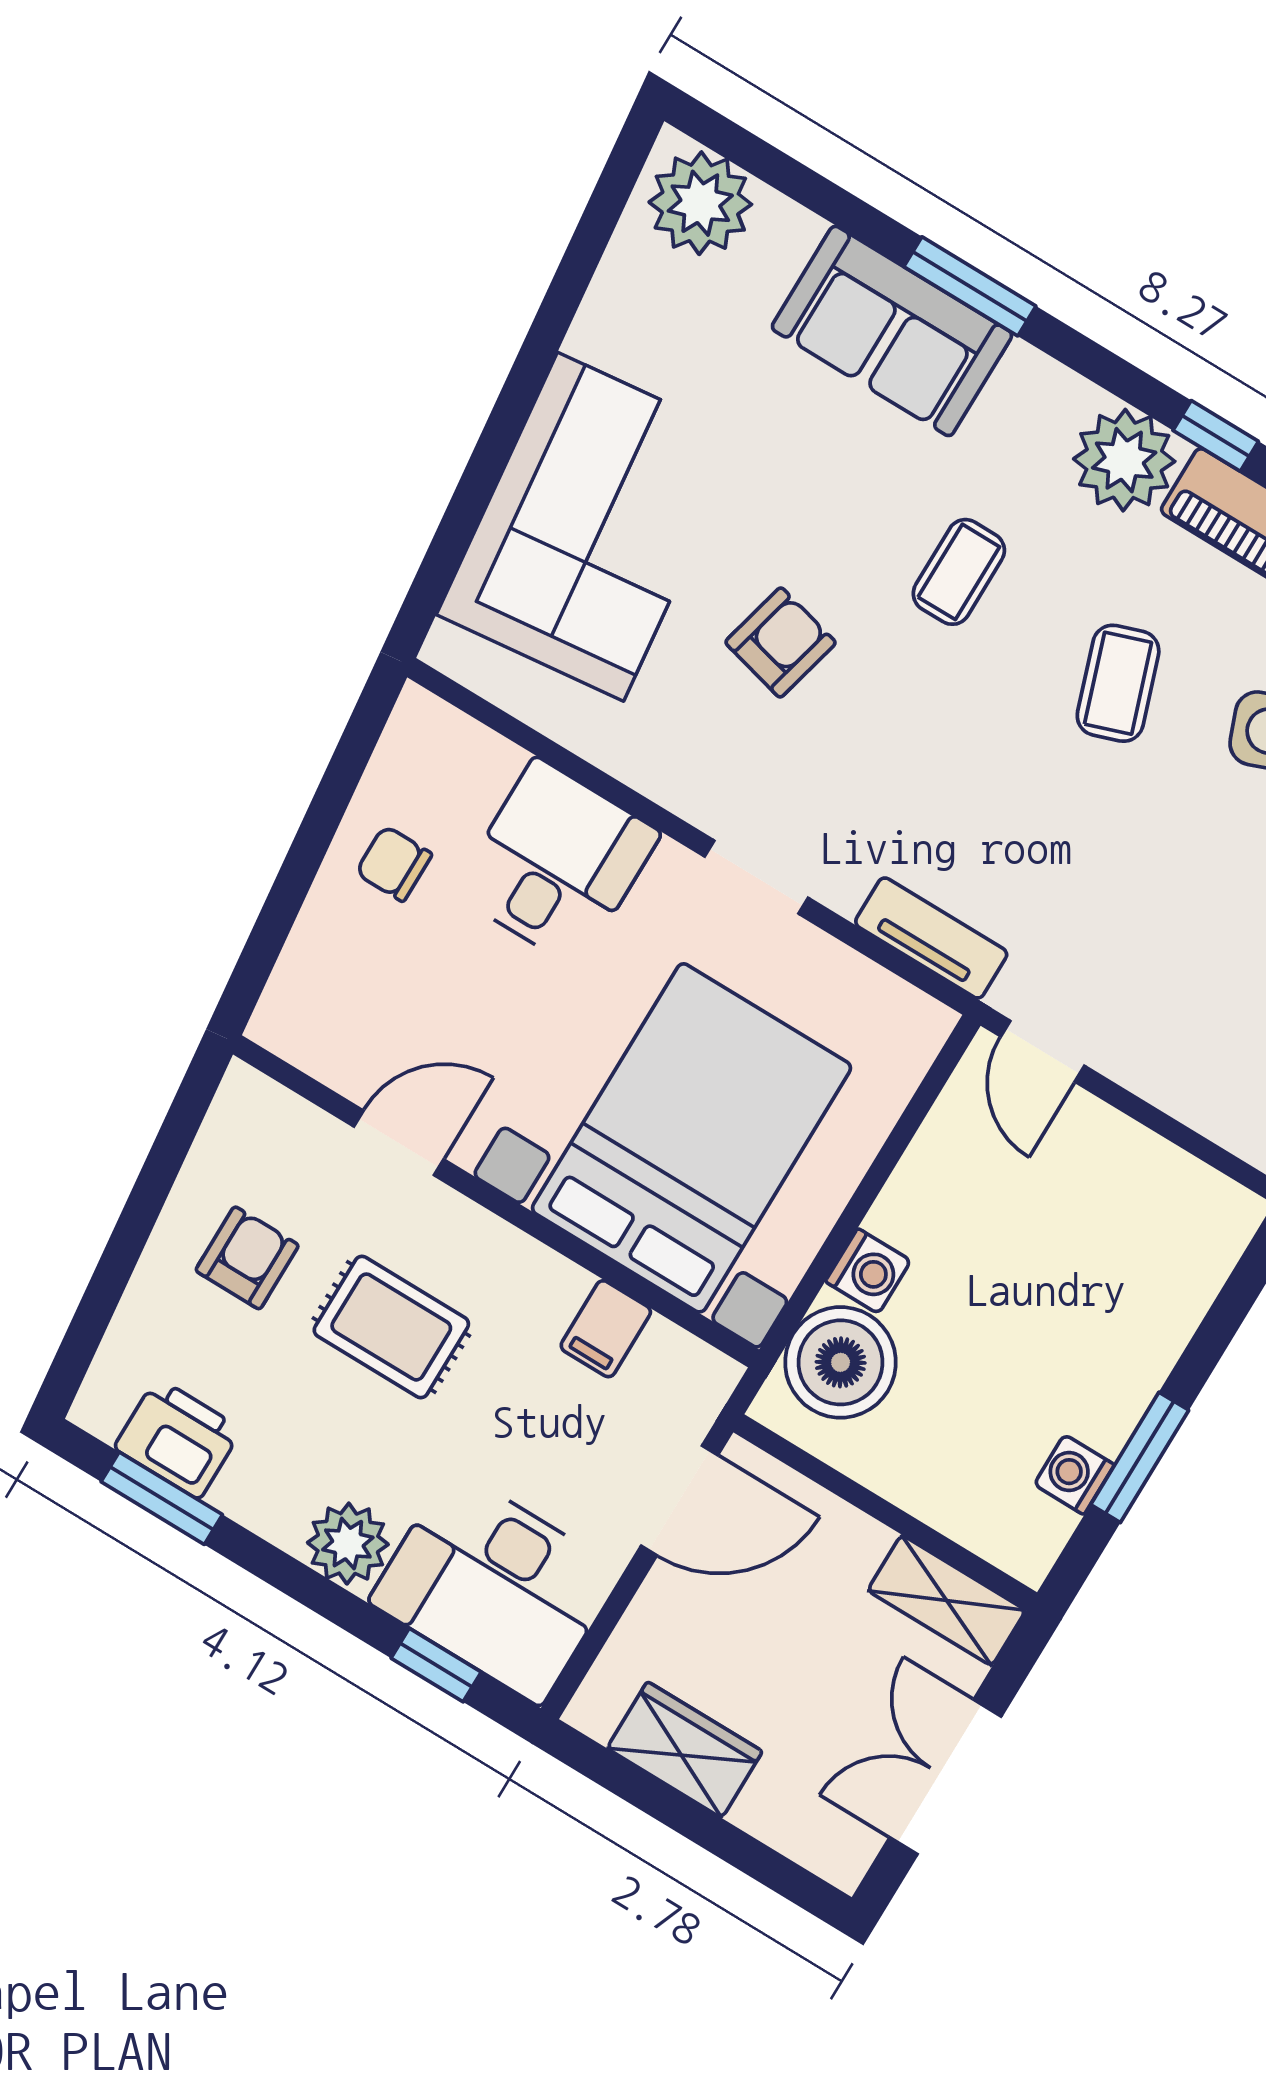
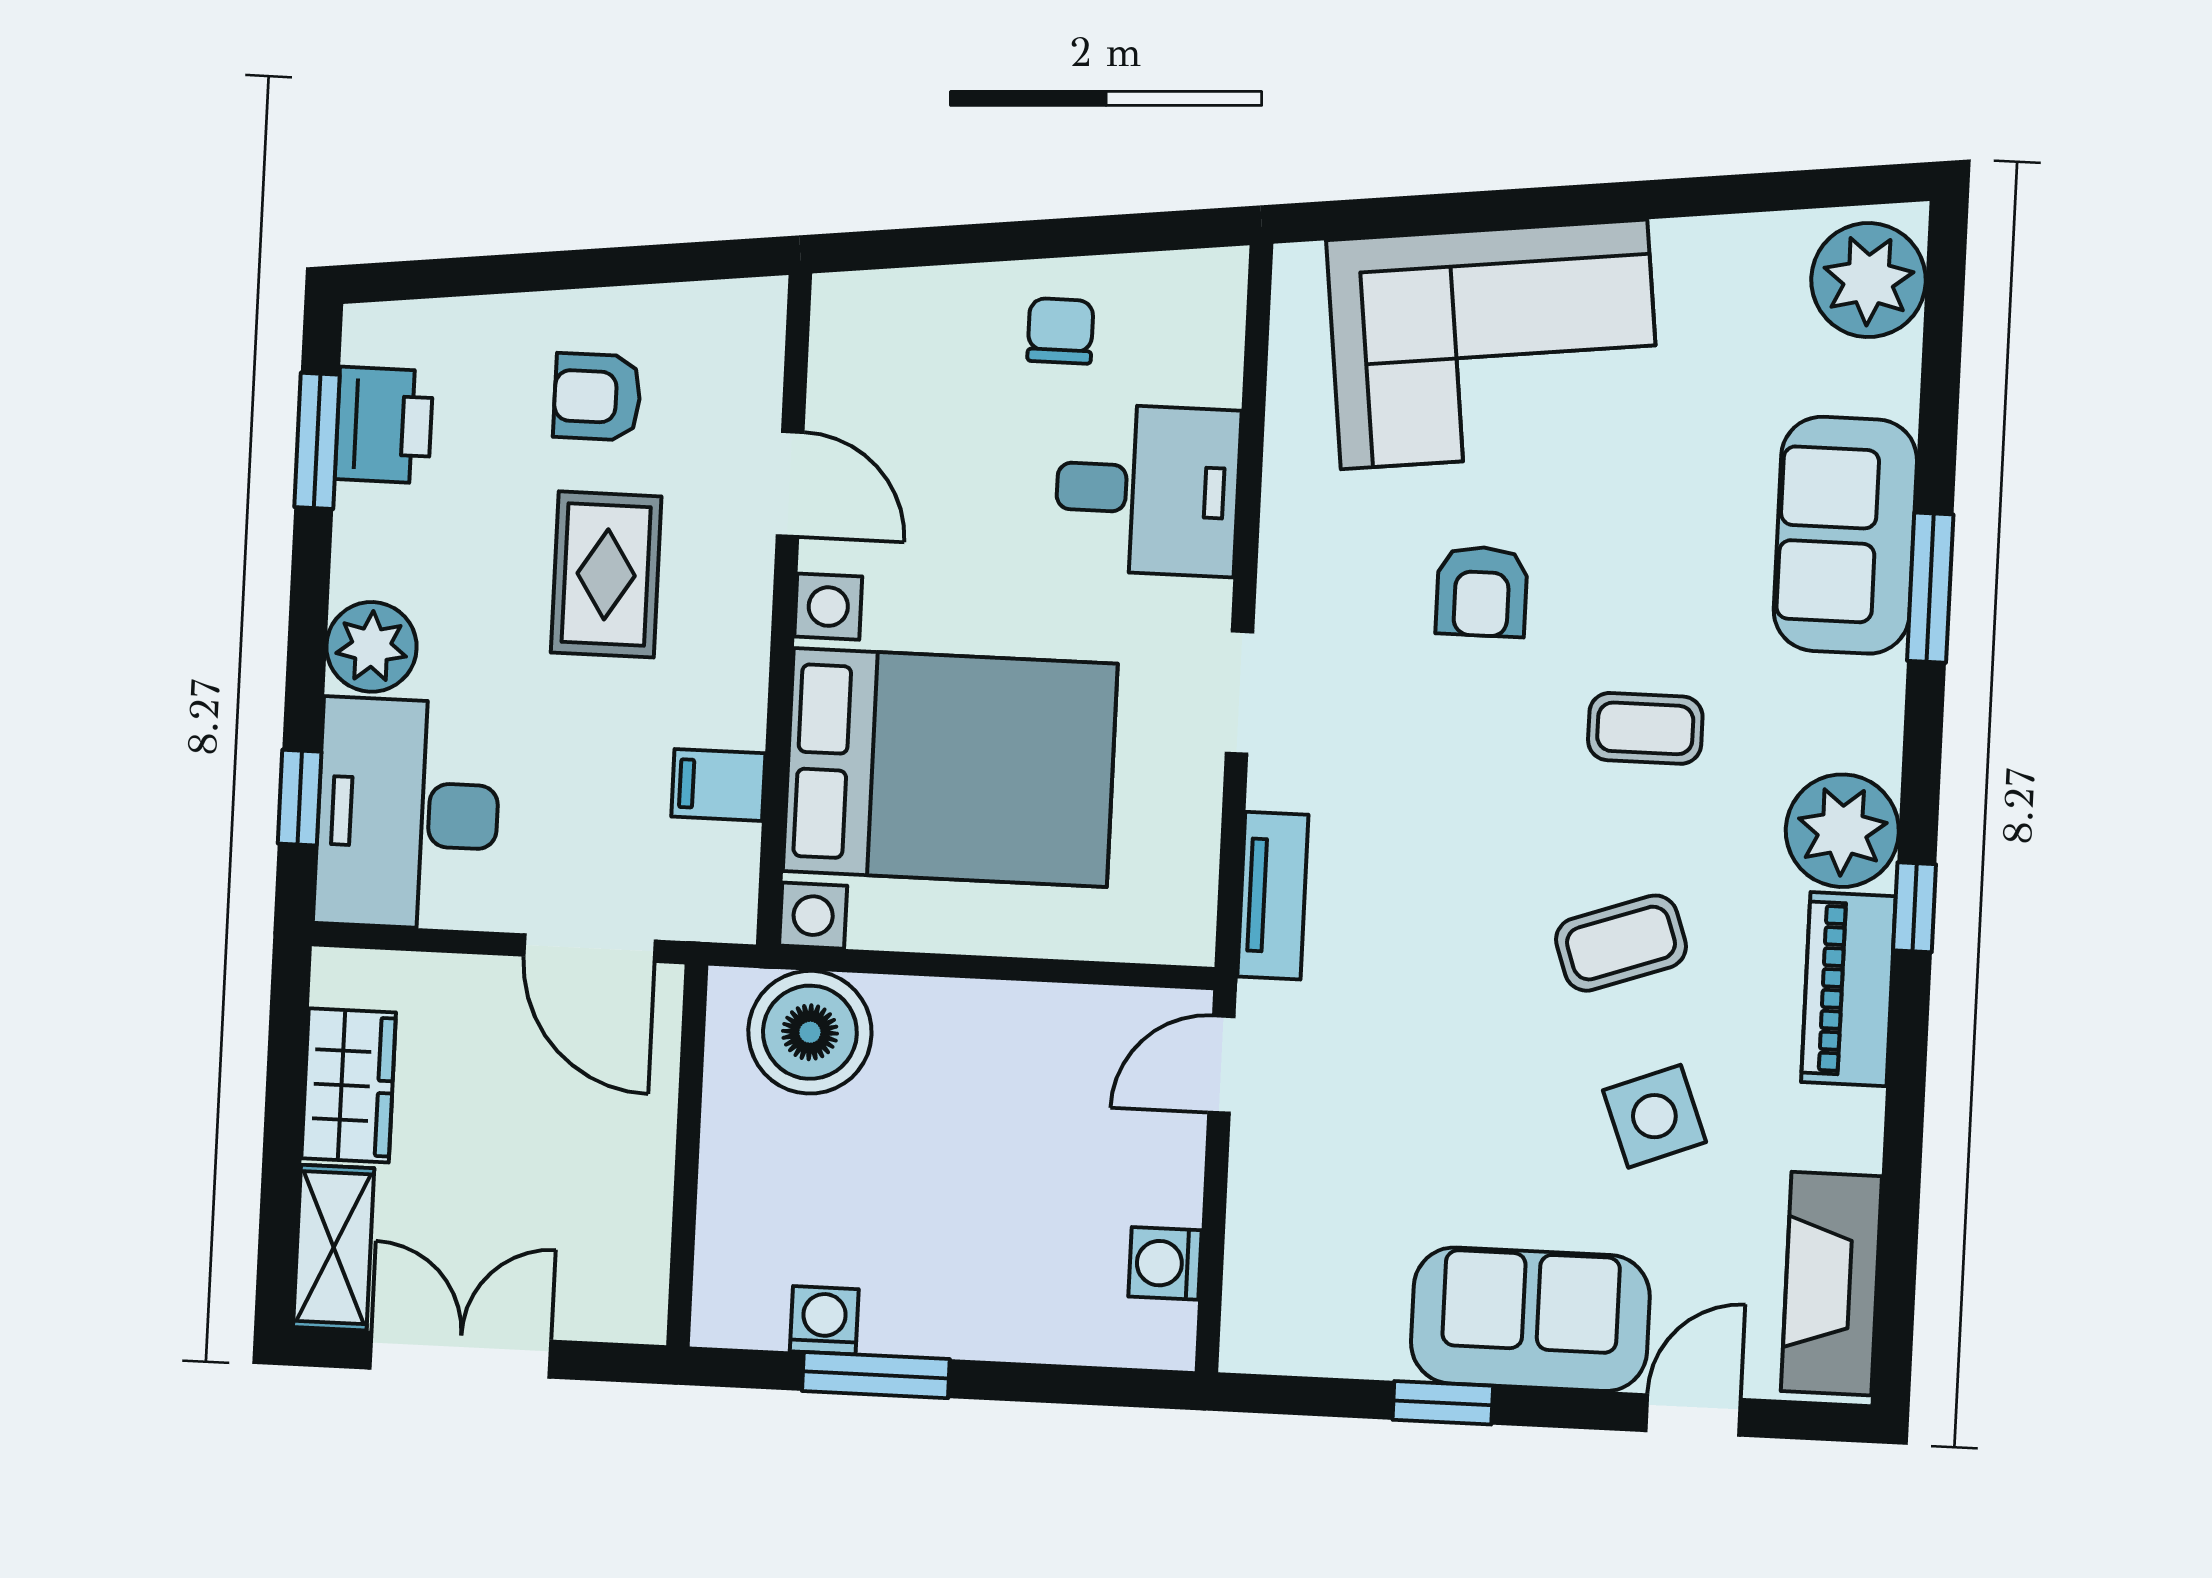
armchair: (780, 642) -> (1482, 591), turned 76
armchair: (247, 1258) -> (597, 397), turned 180
washing machine: (868, 1271) -> (1165, 1263), moved, turned 90
shelving: (947, 1600) -> (334, 1248), moved

